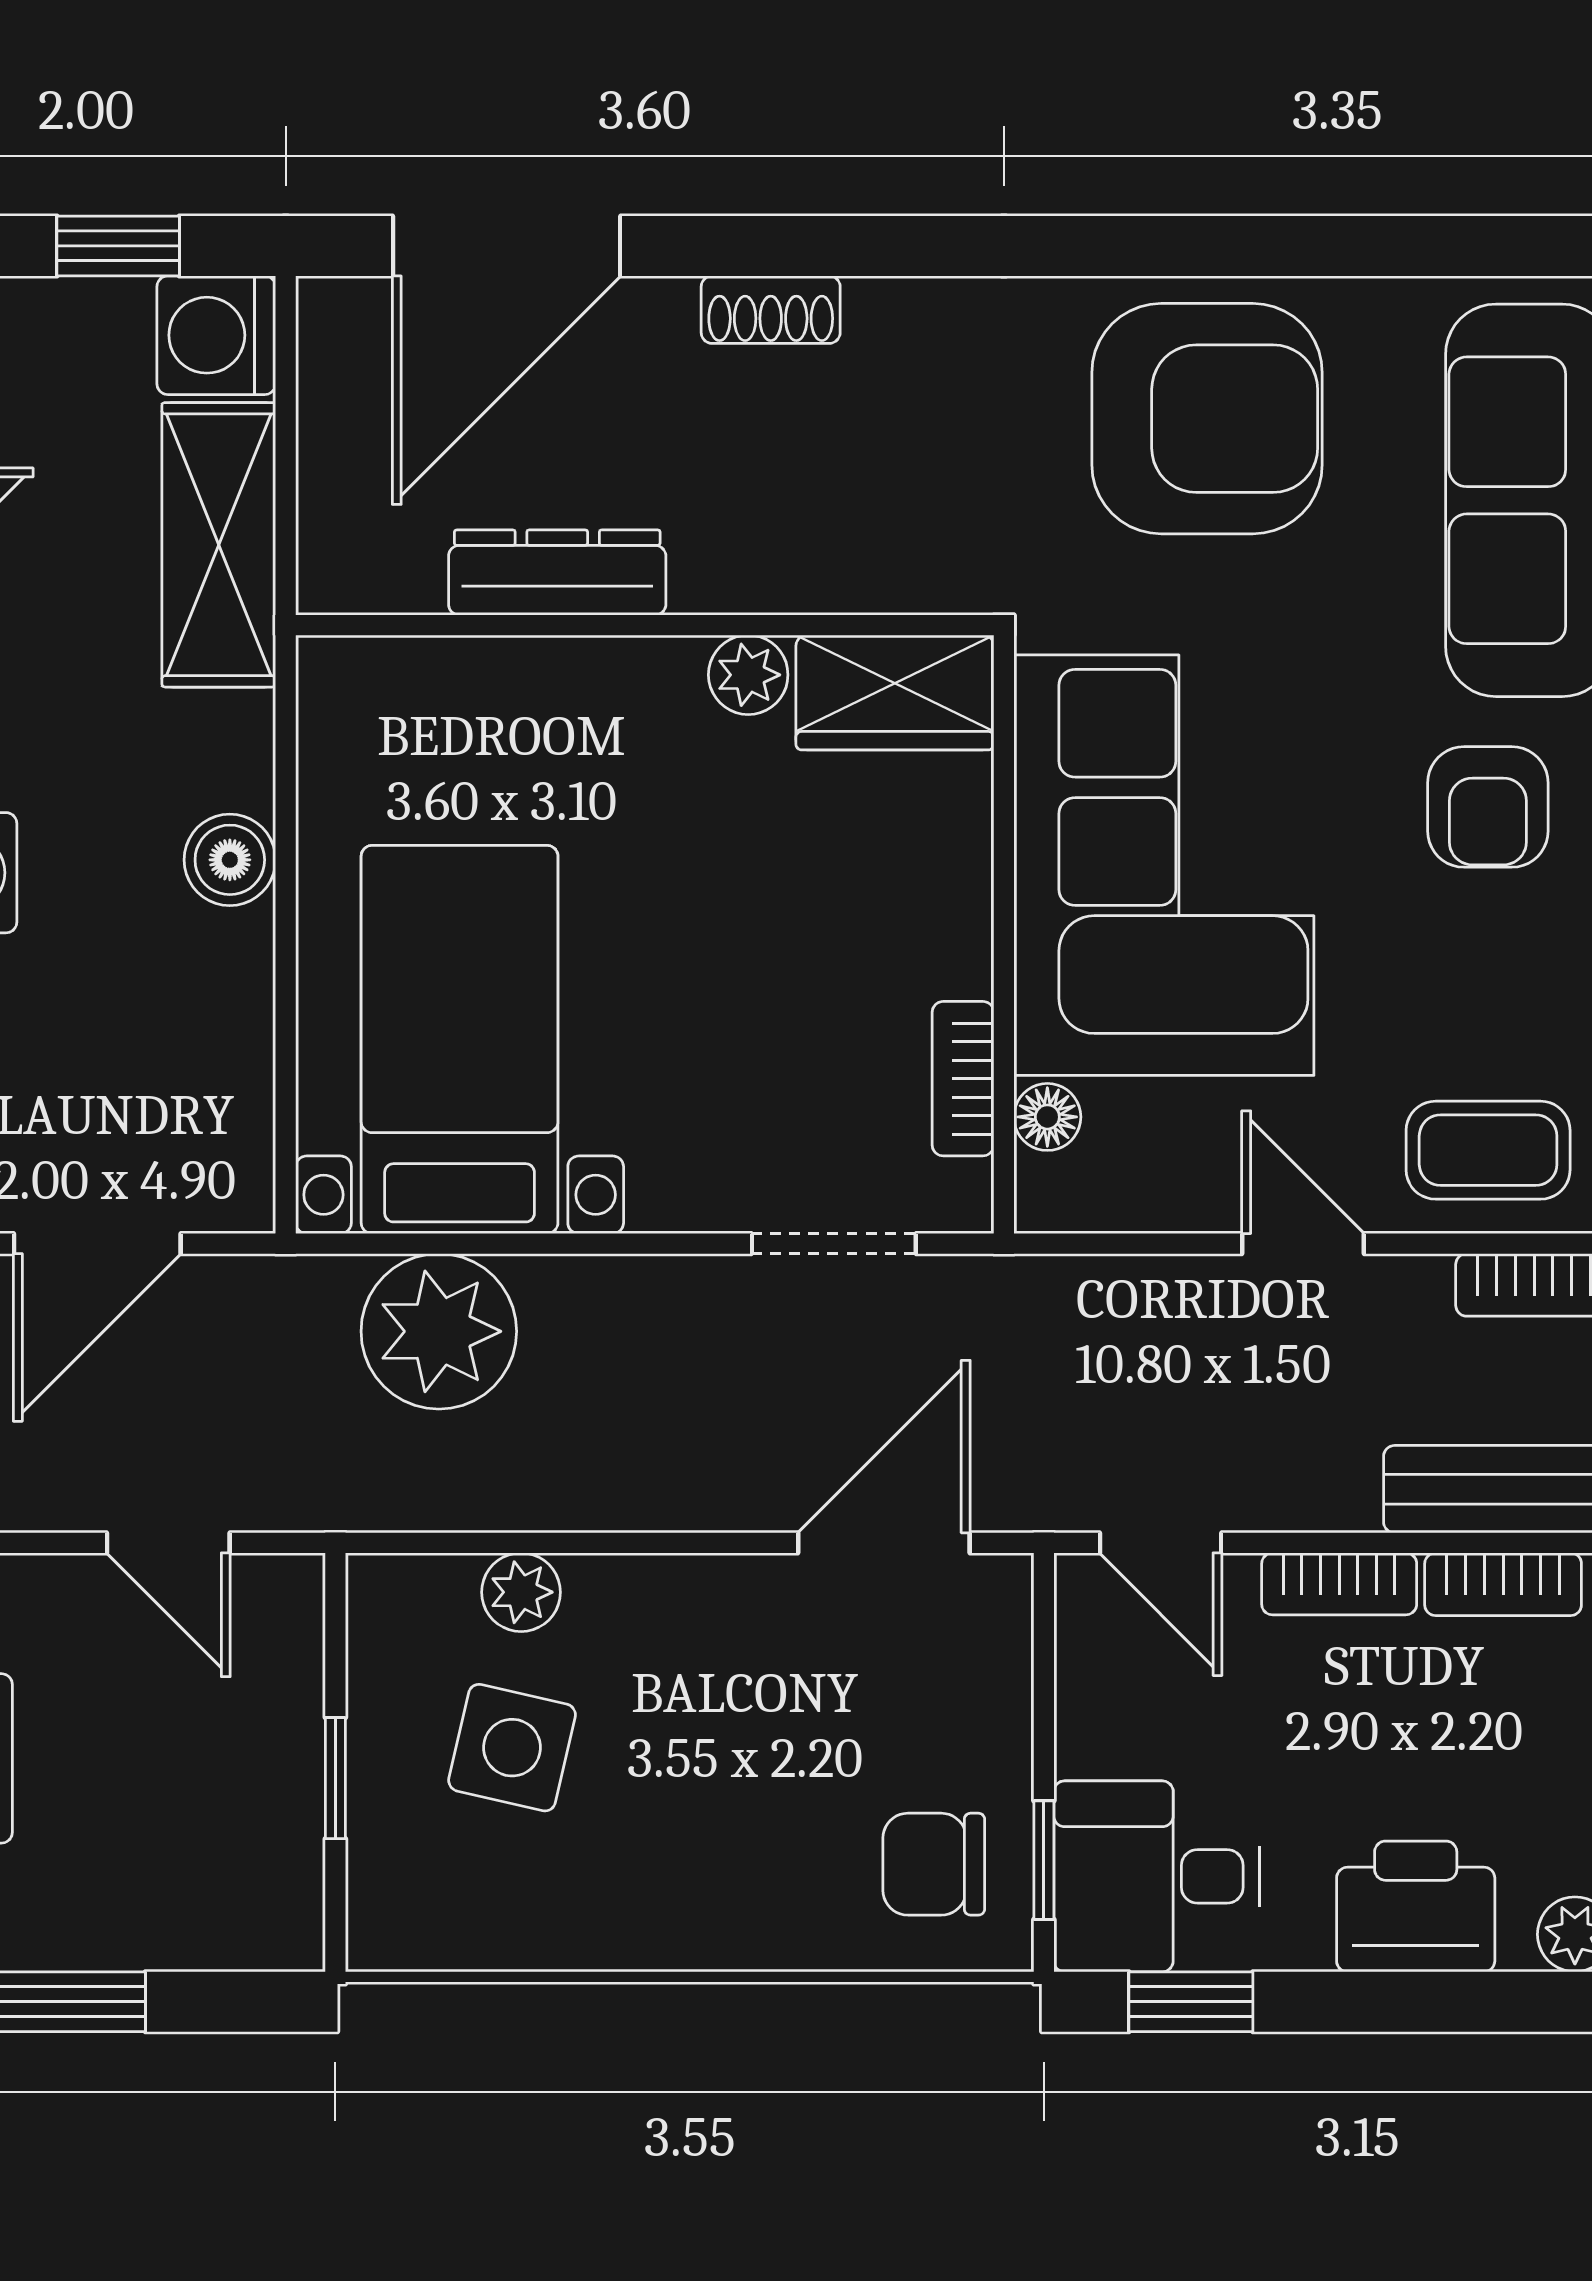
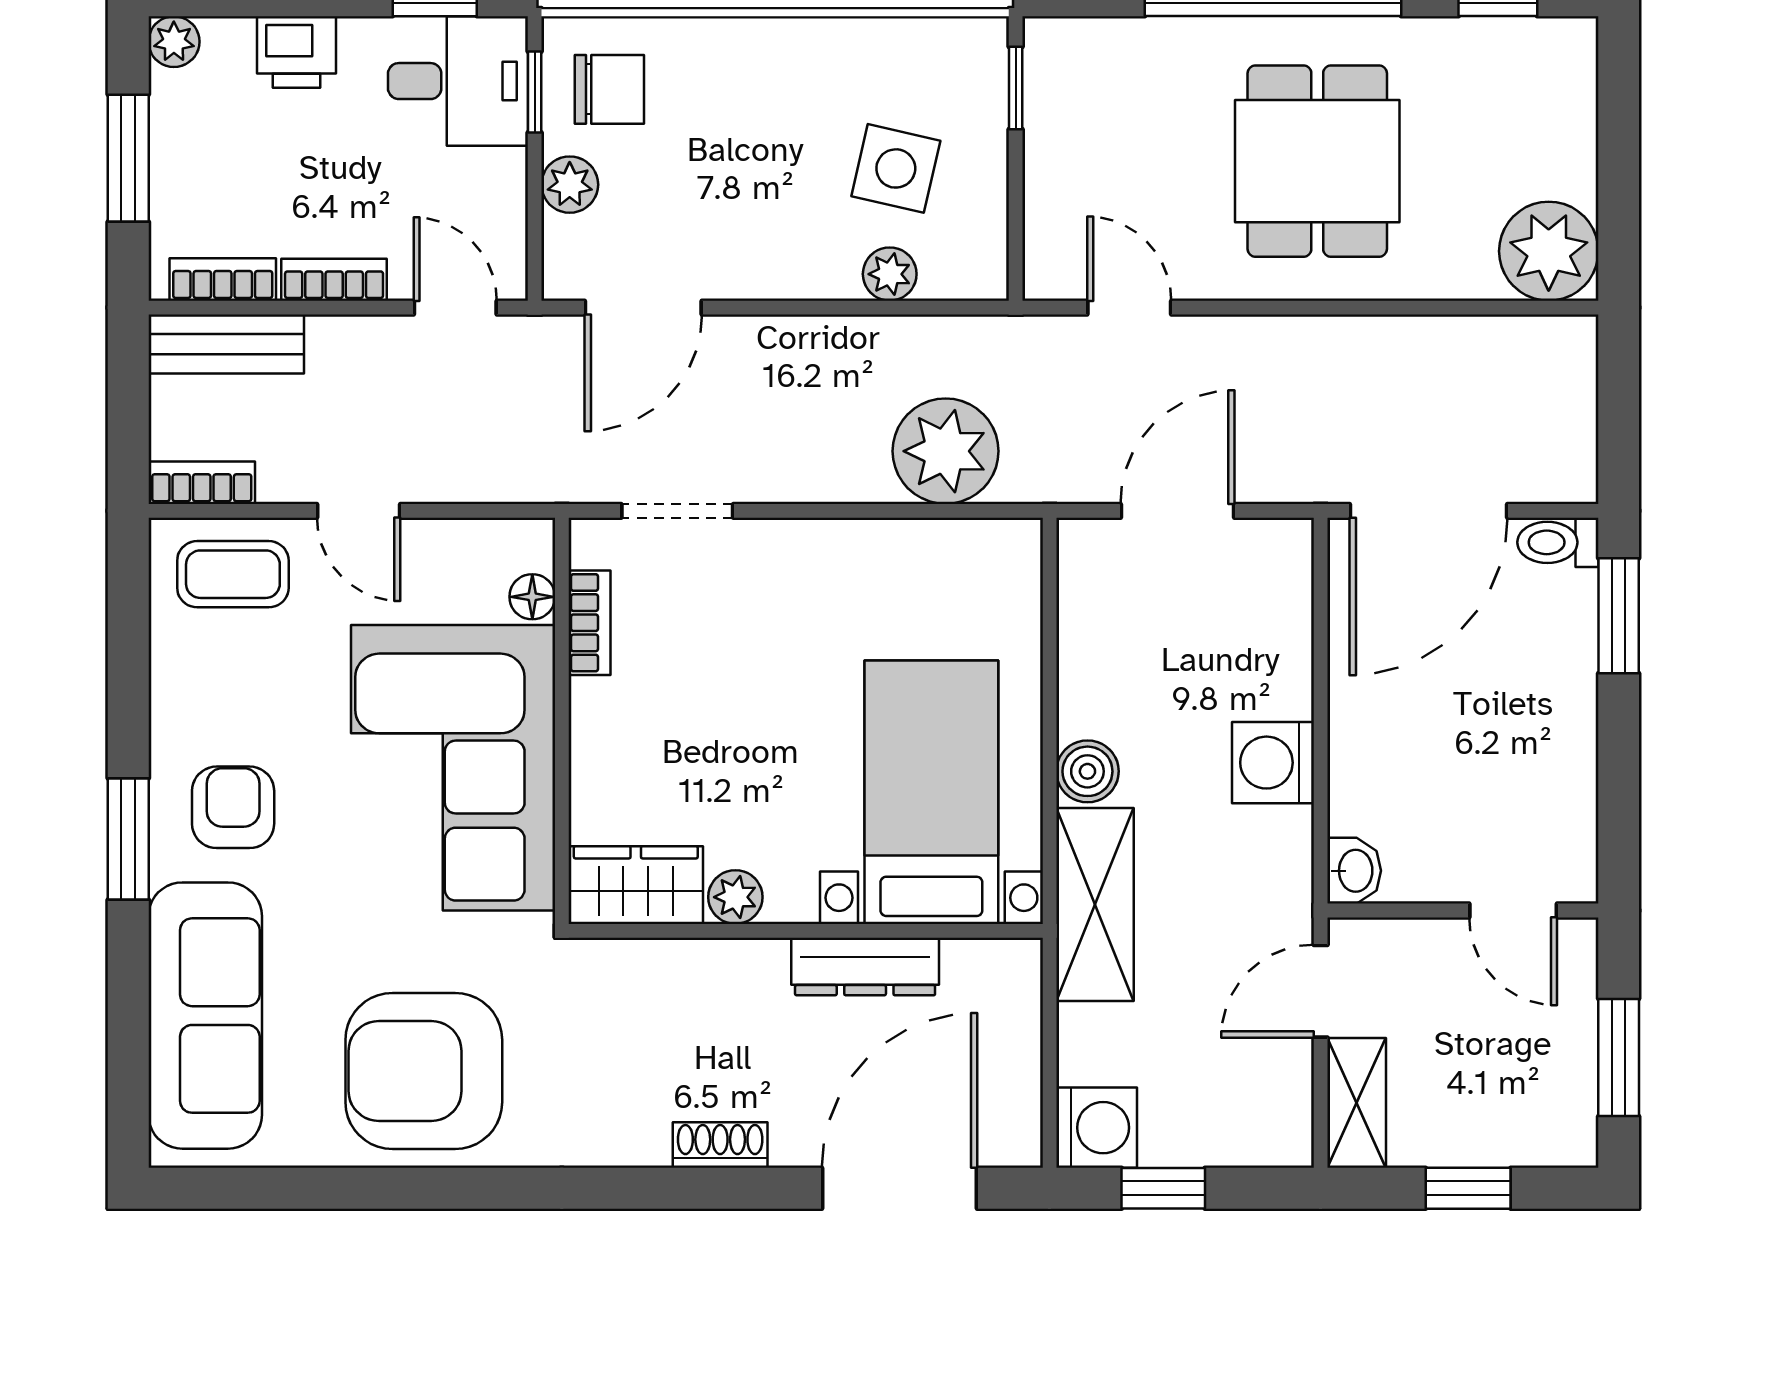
shelving: (219, 545) -> (1095, 904), moved
bed with nightstands: (460, 1040) -> (931, 792), moved, turned 180
plant: (992, 1724) -> (570, 185), added
window: (335, 1778) -> (1016, 88), moved
printer: (1416, 1906) -> (296, 52), width x0.73, depth x0.81

